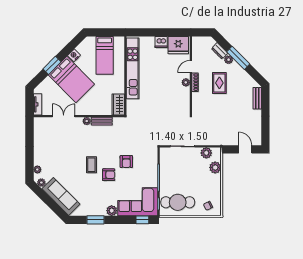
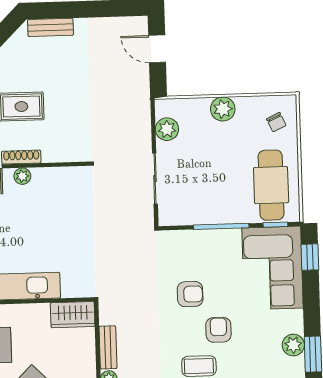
door: (245, 149) -> (157, 49), hinge flipped
plant: (215, 167) -> (223, 109), moved
plant: (112, 211) -> (293, 345), moved

